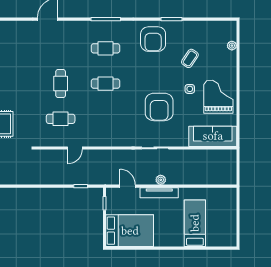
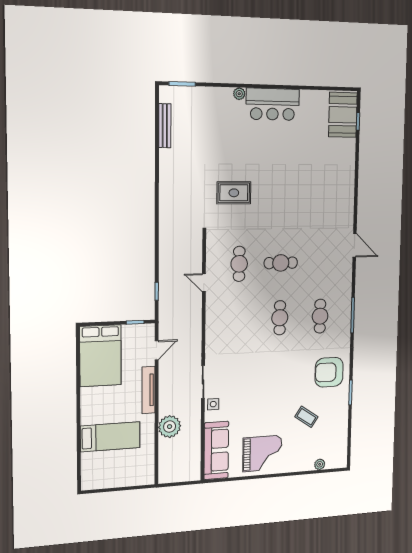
side table: (190, 89) -> (213, 404), moved
armchair: (159, 107) -> (252, 384), removed
plant: (161, 180) -> (170, 427), moved, width x1.88, depth x1.88

